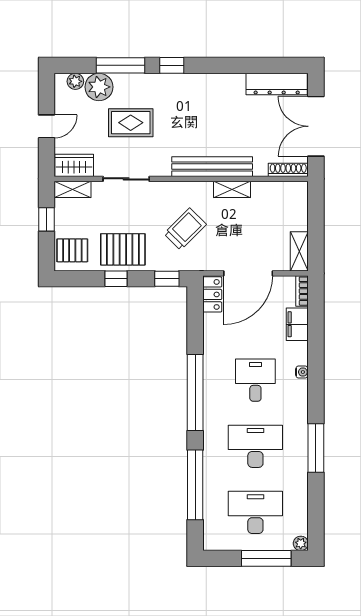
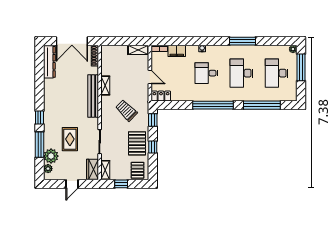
door: (47, 126) -> (72, 184), swing flipped
door: (248, 273) -> (150, 77), width x0.53

